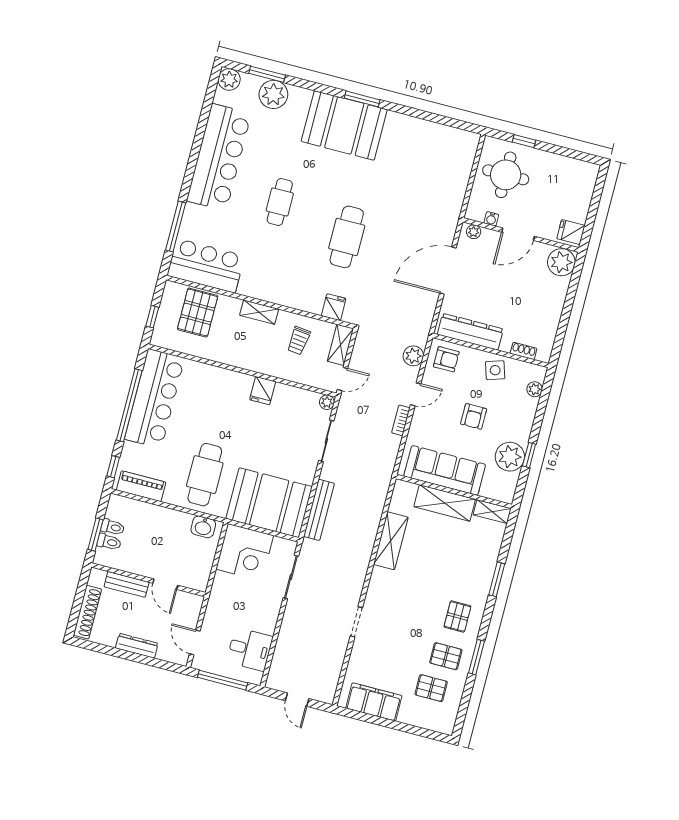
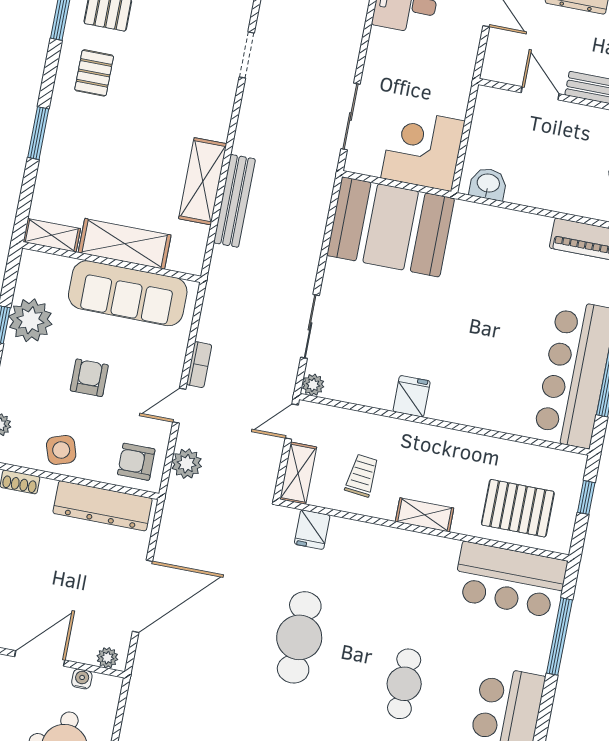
pallet: (198, 313) -> (518, 508), turned 90
cafe table: (205, 475) -> (491, 263), removed
bench: (319, 510) -> (234, 201), moved

